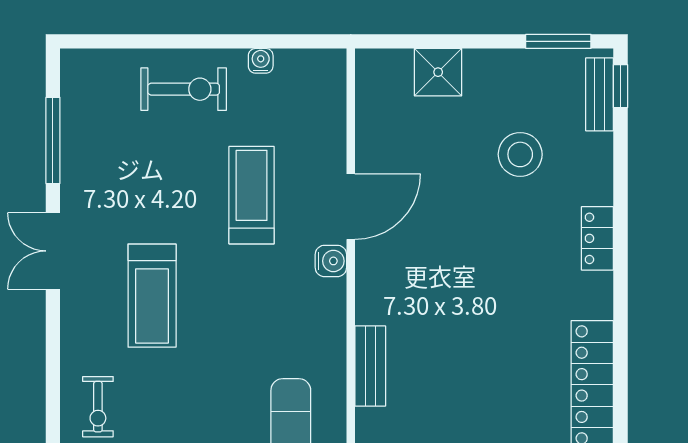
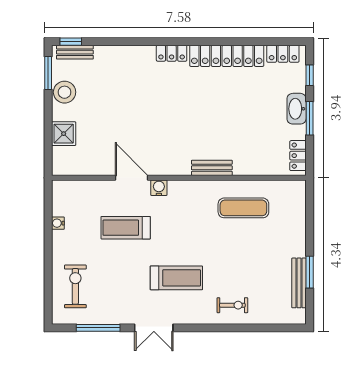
exercise bike: (184, 89) -> (75, 286), moved
stool: (520, 154) -> (65, 92), moved
locker: (597, 238) -> (172, 53), moved

